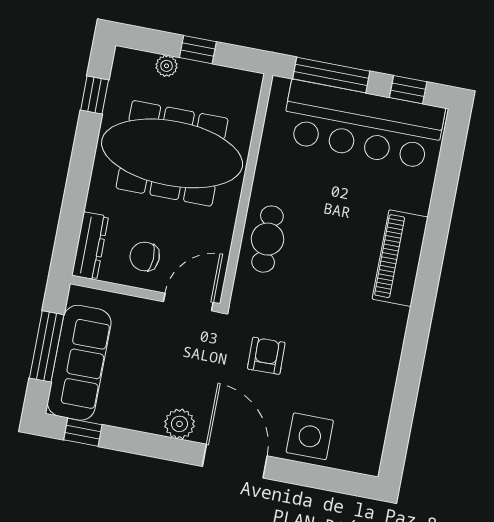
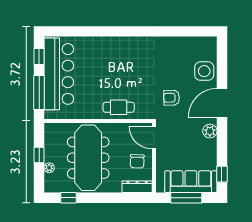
piano: (400, 258) -> (116, 46), removed

